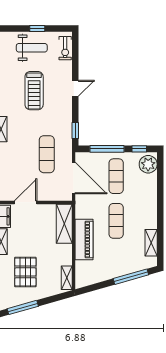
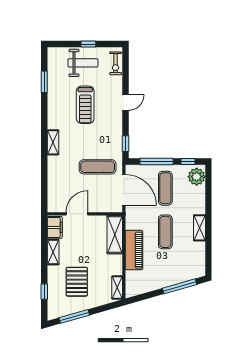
exercise mat: (47, 154) -> (98, 167), turned 90
shelving: (151, 243) -> (199, 228), moved

